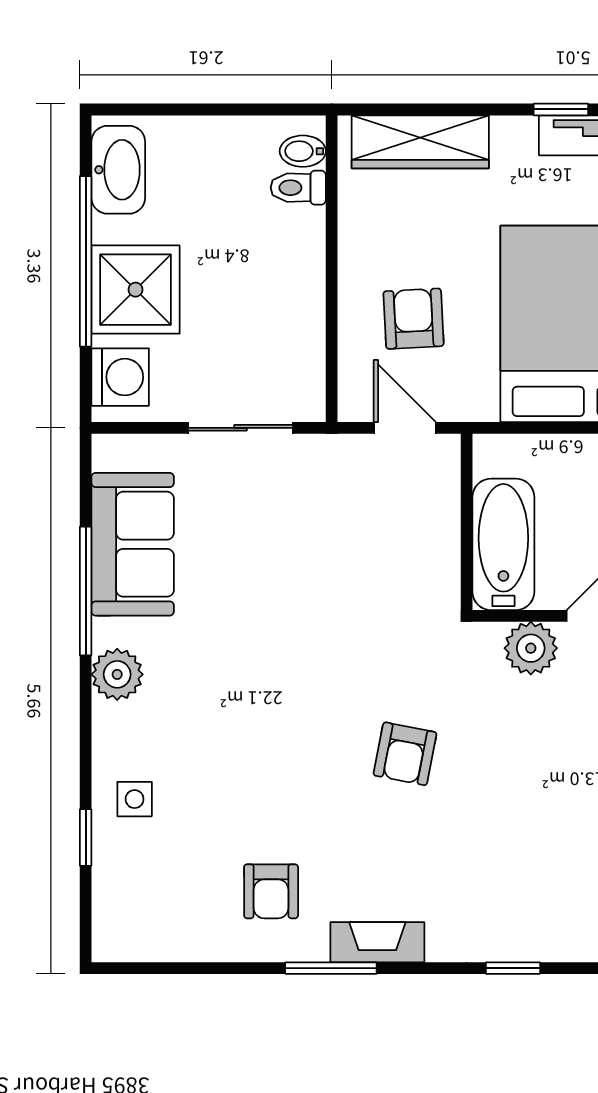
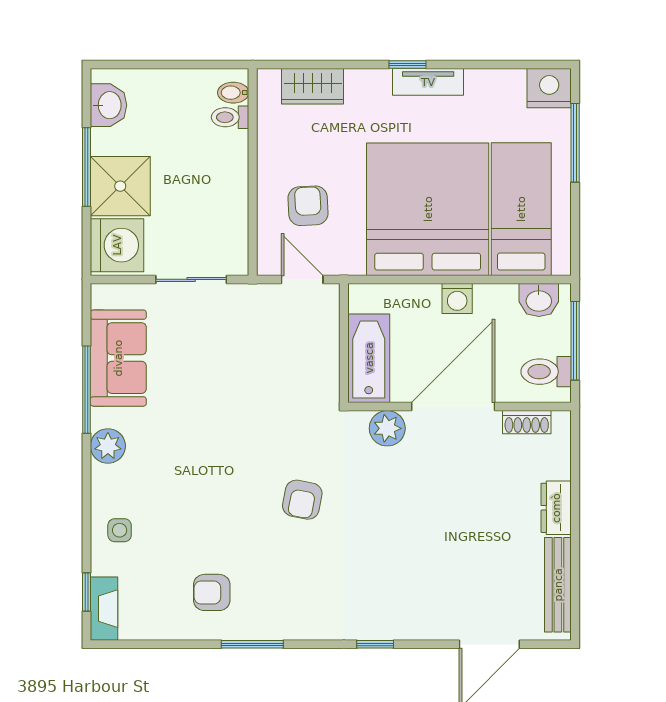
wardrobe: (420, 142) -> (313, 86), width x0.67
washbasin: (118, 170) -> (109, 105), width x0.72
window: (86, 261) -> (87, 167), width x0.68
washing machine: (120, 377) -> (117, 245), width x1.37, depth x1.37
window: (86, 838) -> (87, 592), moved
armchair: (271, 891) -> (212, 592), turned 90
fireplace: (377, 942) -> (104, 609), moved, turned 90

